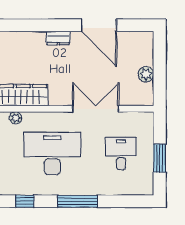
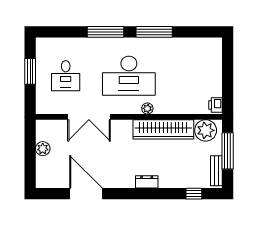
dresser: (58, 38) -> (147, 182), moved
plant: (15, 118) -> (147, 108), moved
window: (25, 201) -> (154, 32), width x2.17

